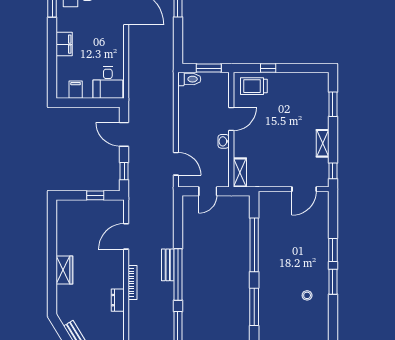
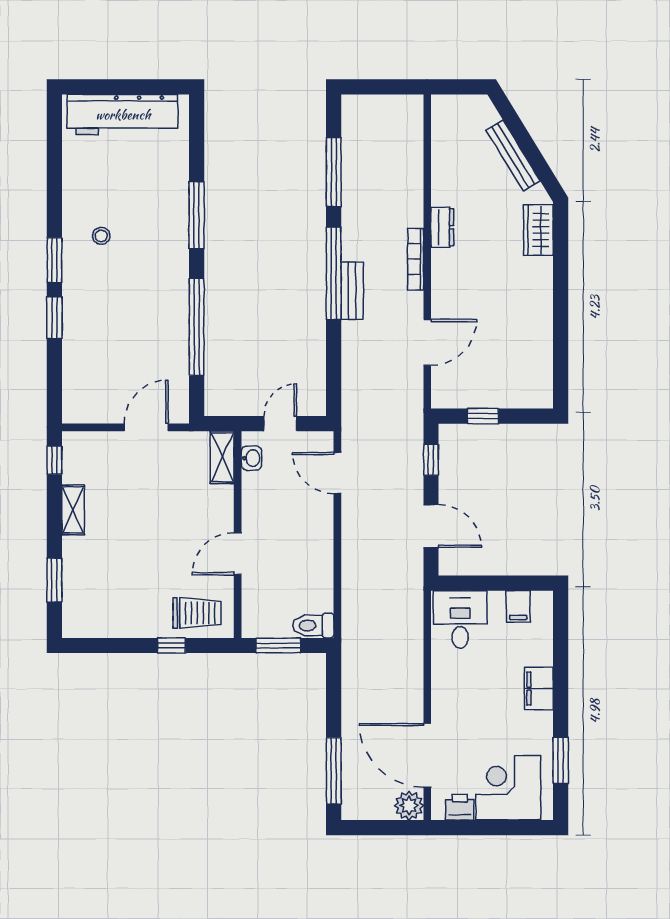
washbasin: (224, 141) -> (252, 458), moved
door: (304, 189) -> (146, 427), moved
wardrobe: (64, 270) -> (538, 230), moved

